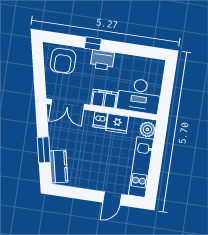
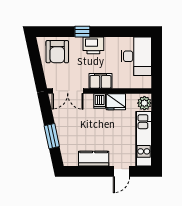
desk: (139, 96) -> (136, 56), moved, turned -90
kitchen counter: (59, 166) -> (94, 159), moved, turned -78

